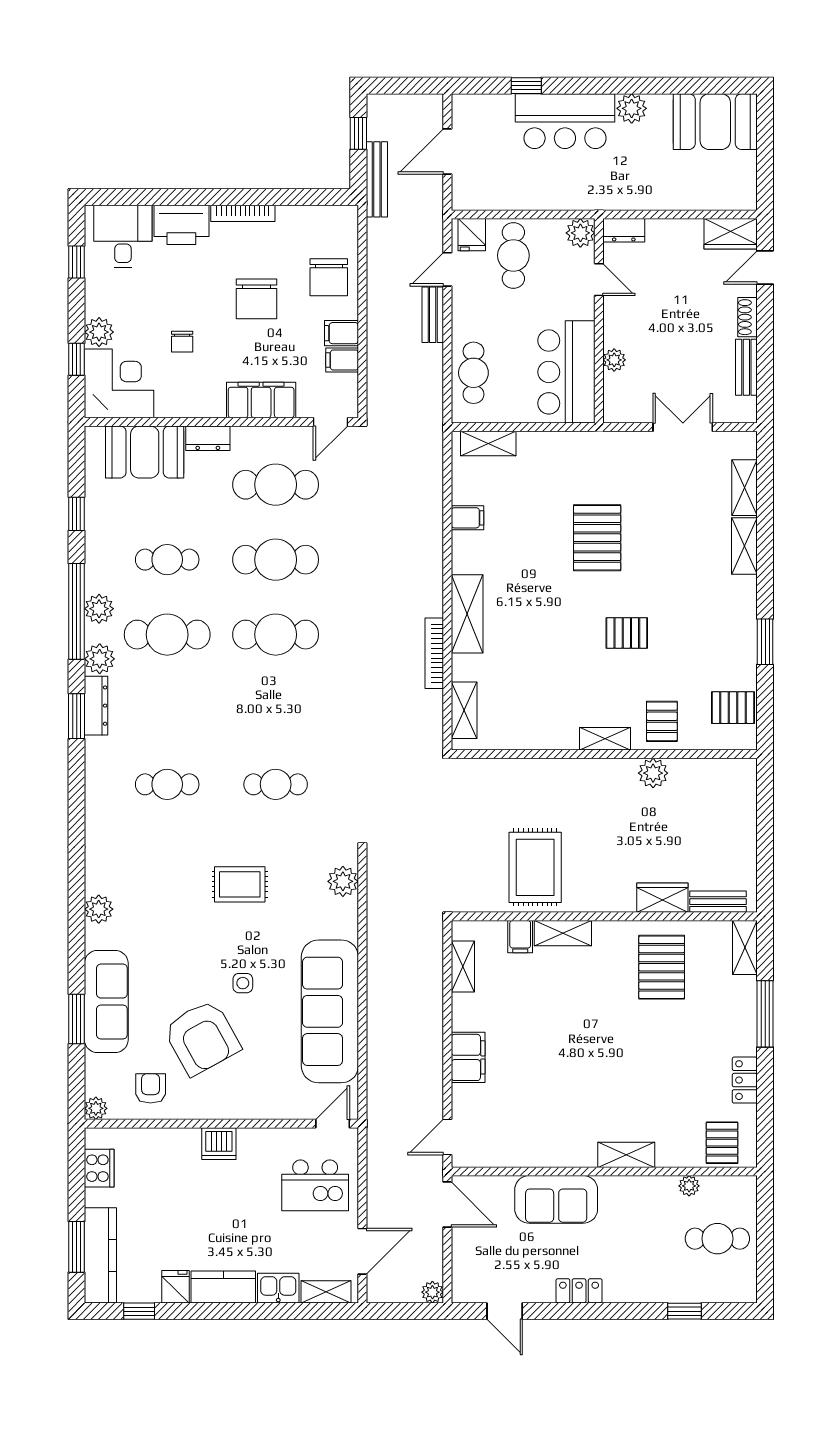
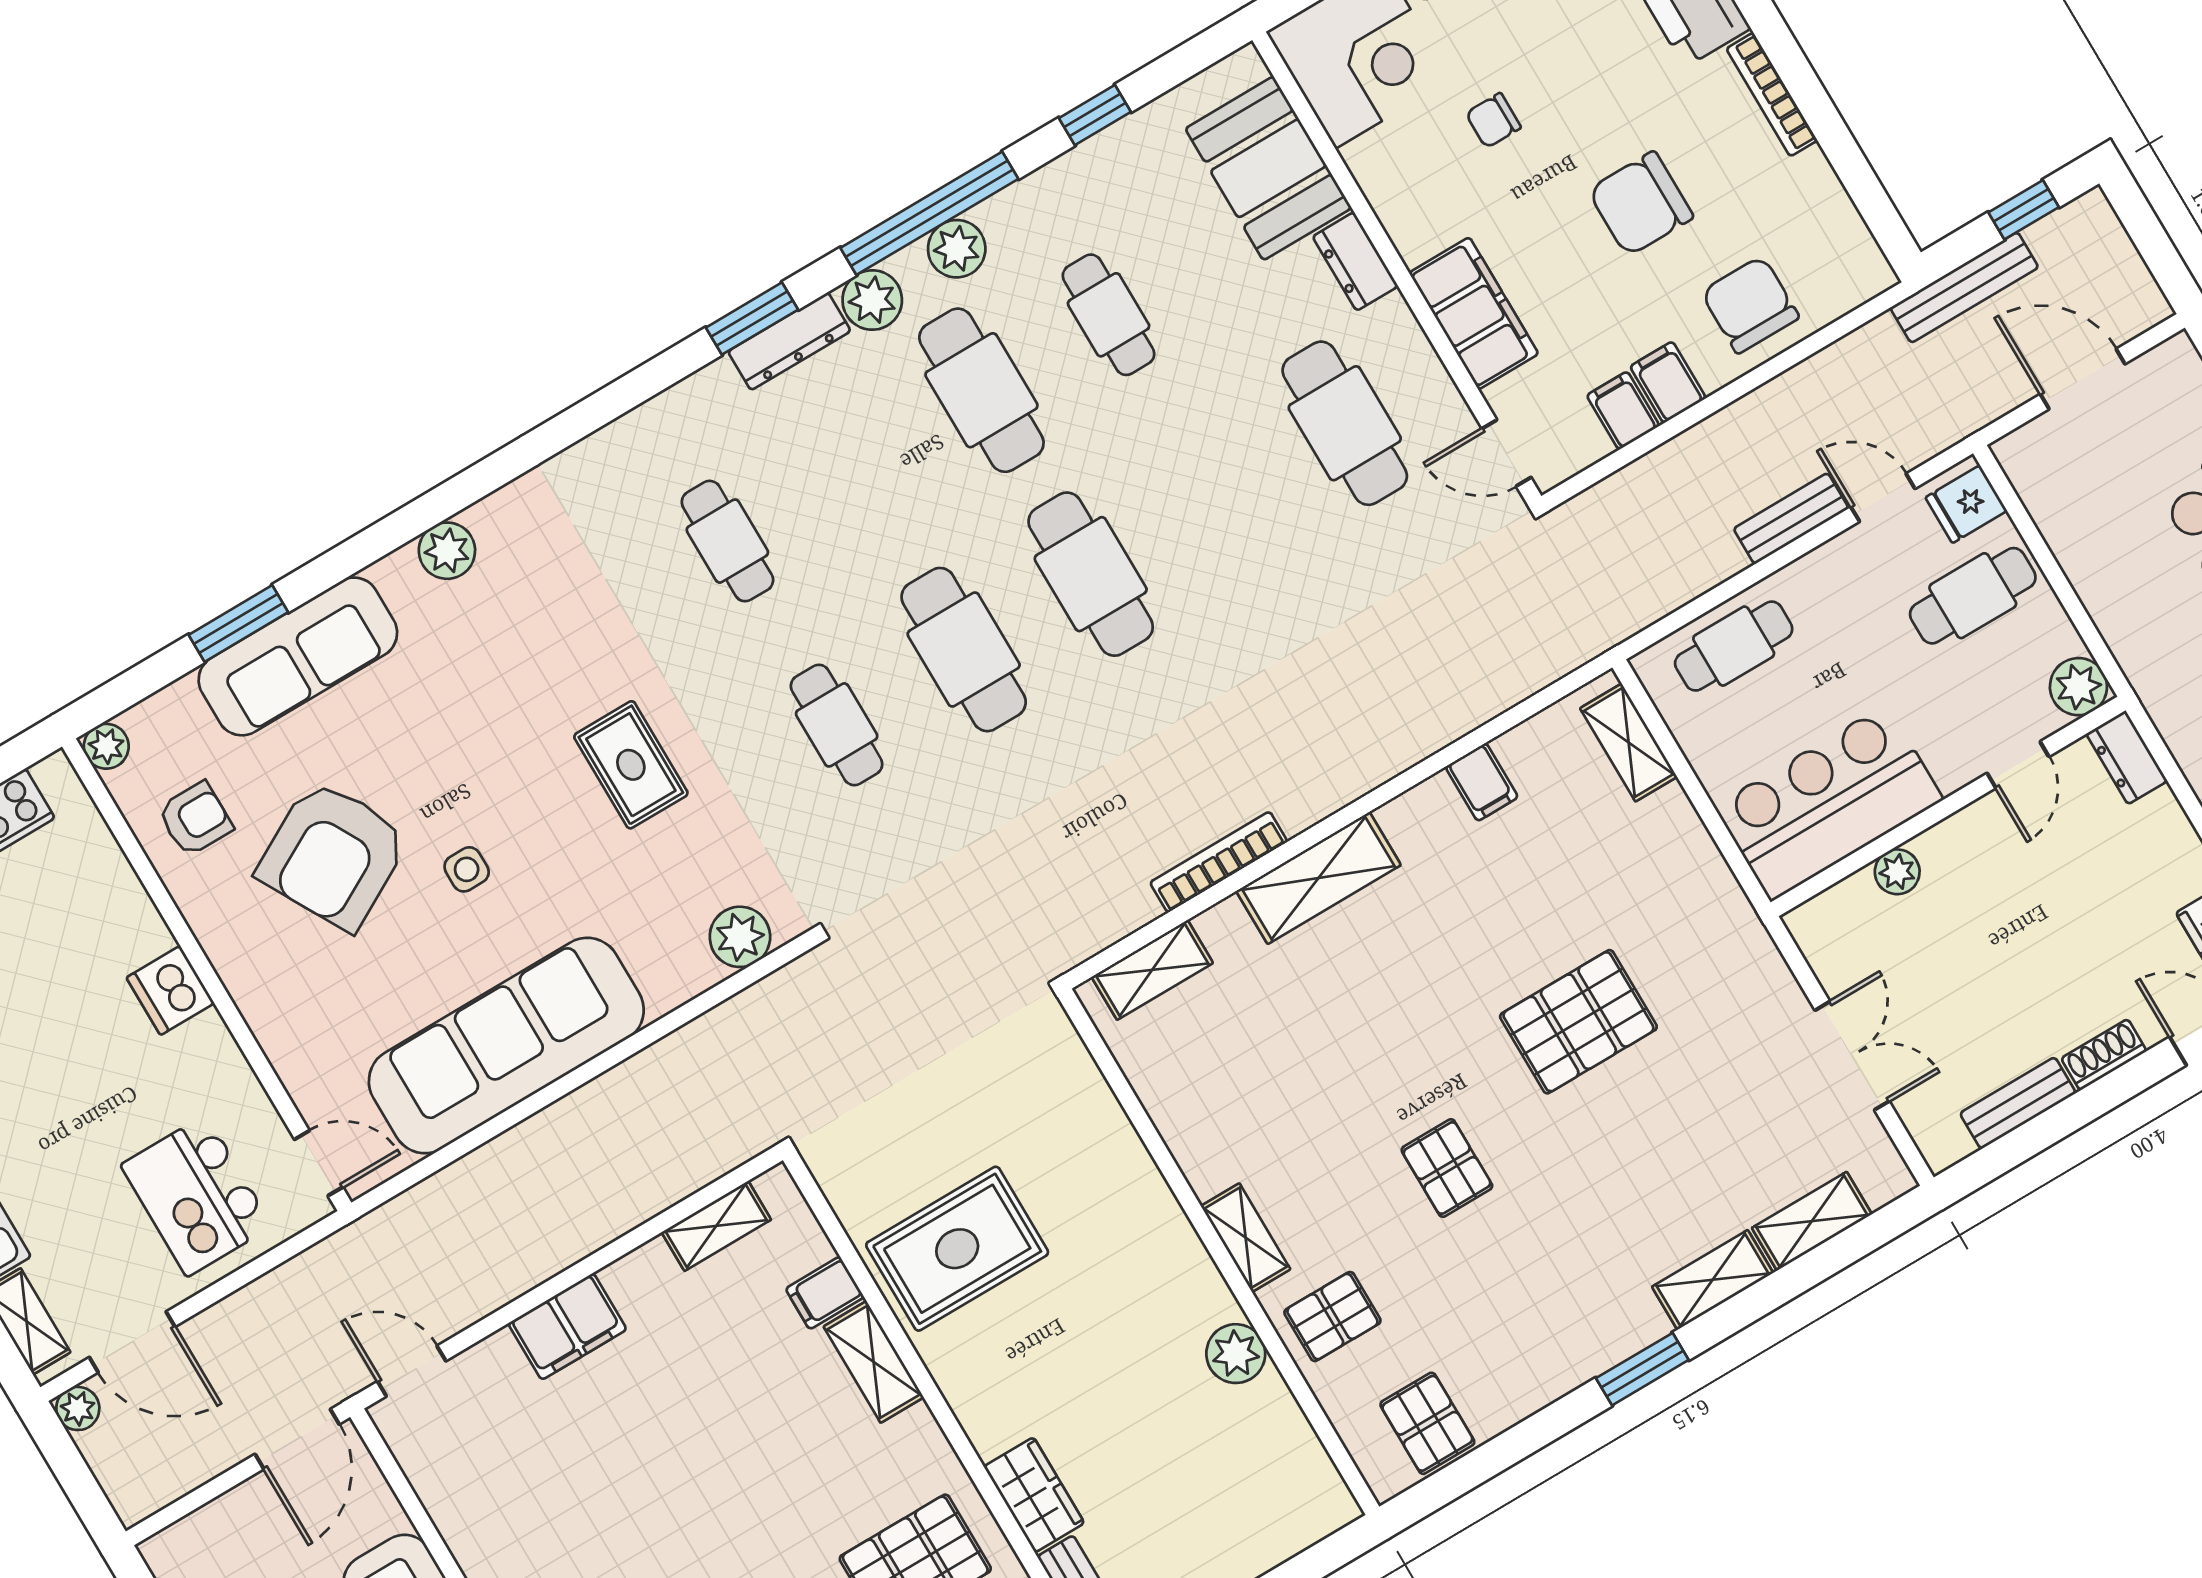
chair: (329, 277) -> (1750, 305), turned 90
cafe table: (276, 560) -> (964, 650), moved
window: (765, 642) -> (1642, 1369), moved
plant: (432, 1292) -> (78, 1408), moved

